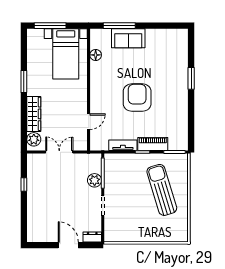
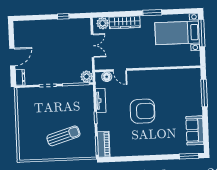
sofa: (128, 38) -> (195, 130), moved
bed with nightstands: (66, 54) -> (177, 33), moved
floor lamp: (96, 55) -> (107, 77), moved
window: (191, 78) -> (189, 156), moved
piano: (153, 144) -> (104, 144), moved
plant: (95, 180) -> (87, 77), moved
sun lounger: (162, 190) -> (63, 136), width x0.73, depth x0.75

